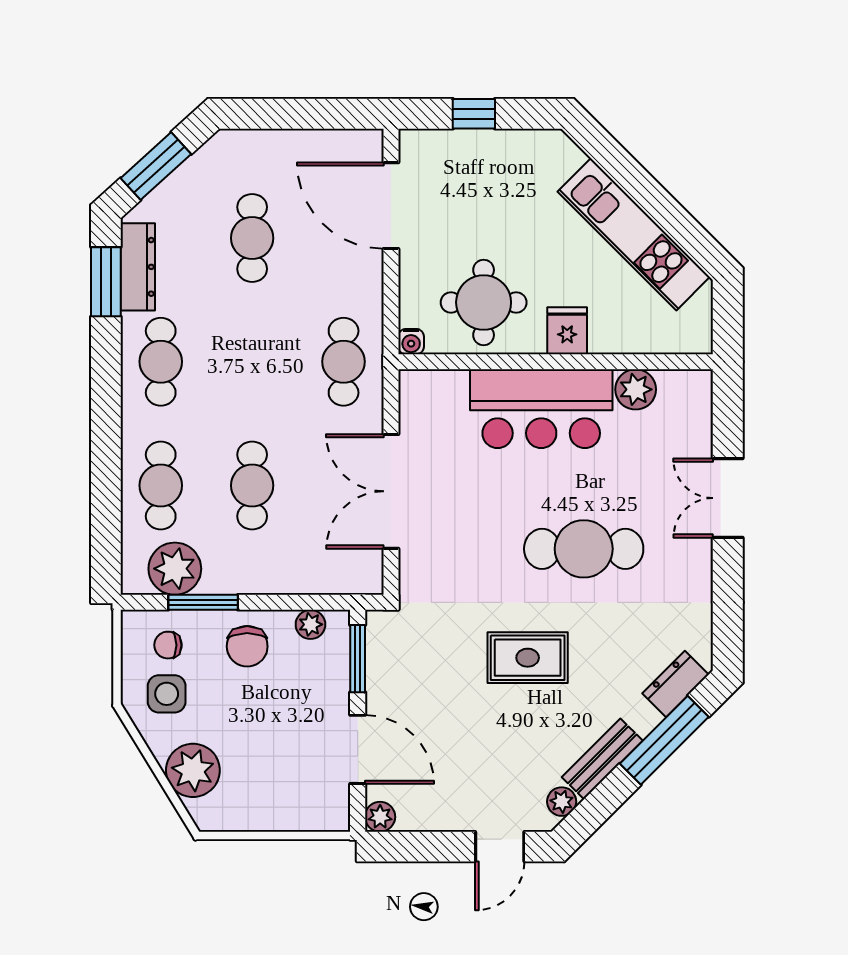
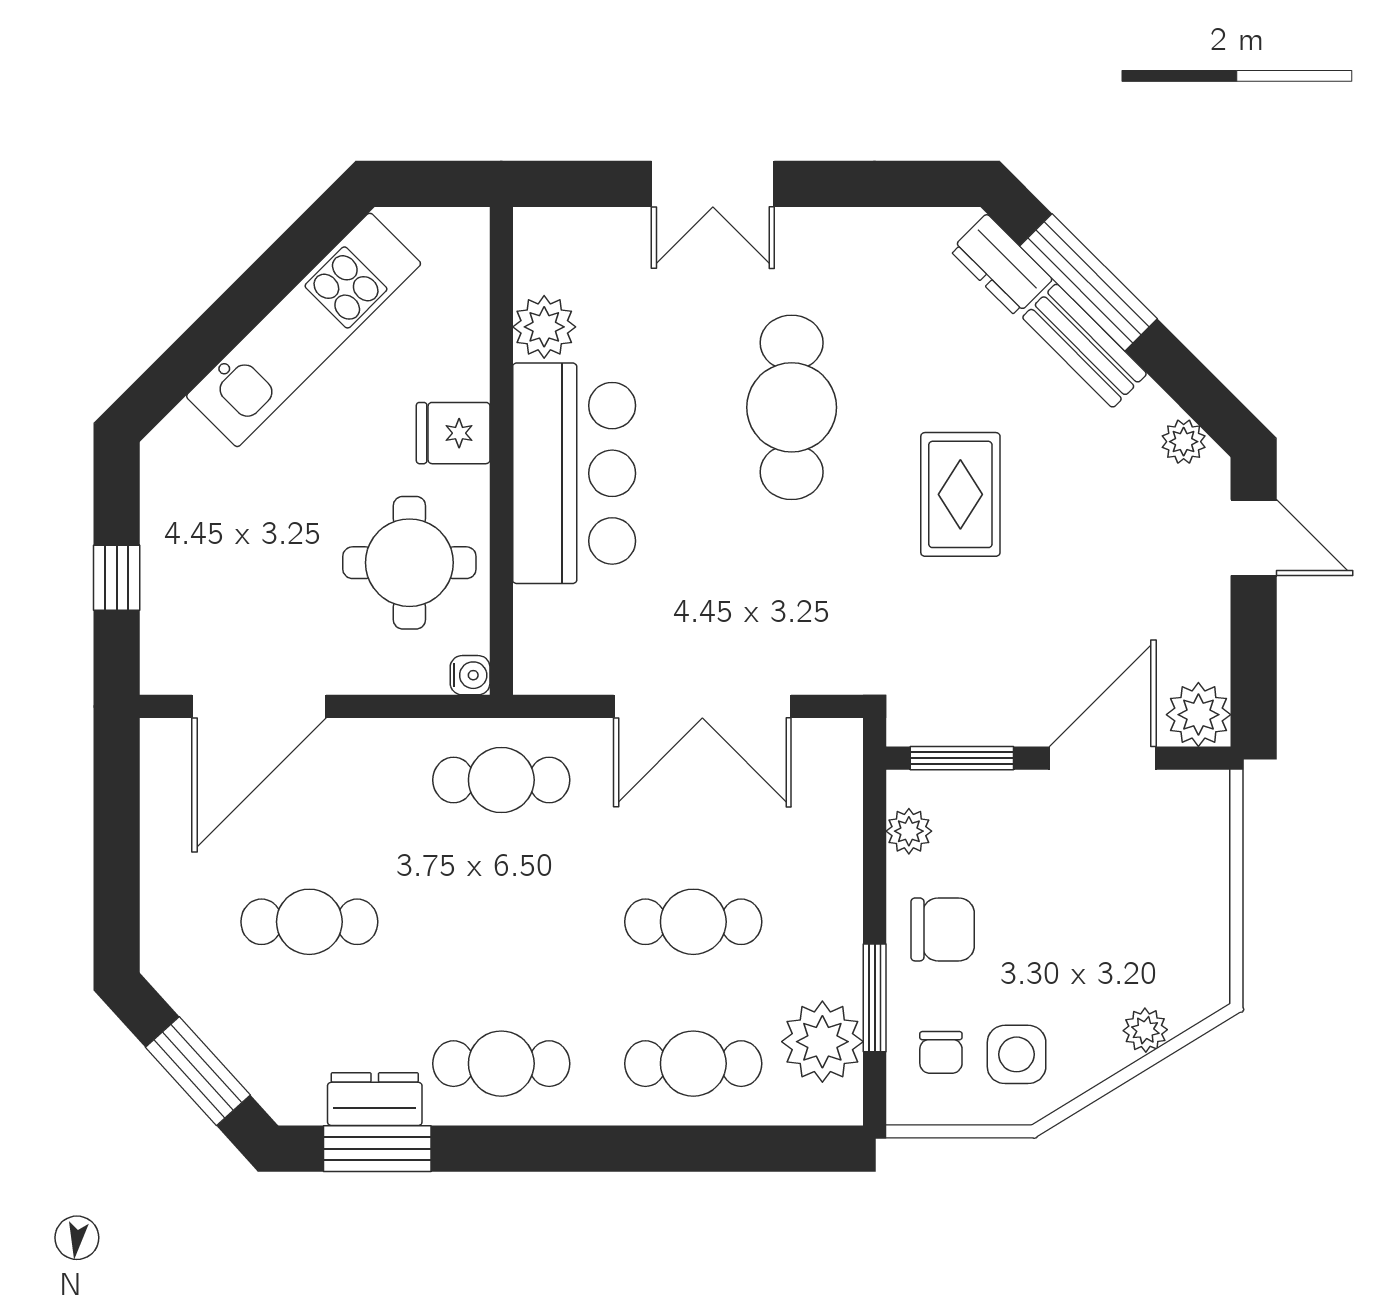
dresser: (138, 267) -> (375, 1099), width x0.70
bench: (602, 759) -> (1085, 346), moved
plant: (193, 770) -> (1145, 1030), width x0.53, depth x0.53
plant: (380, 817) -> (1198, 715), width x1.38, depth x1.38

